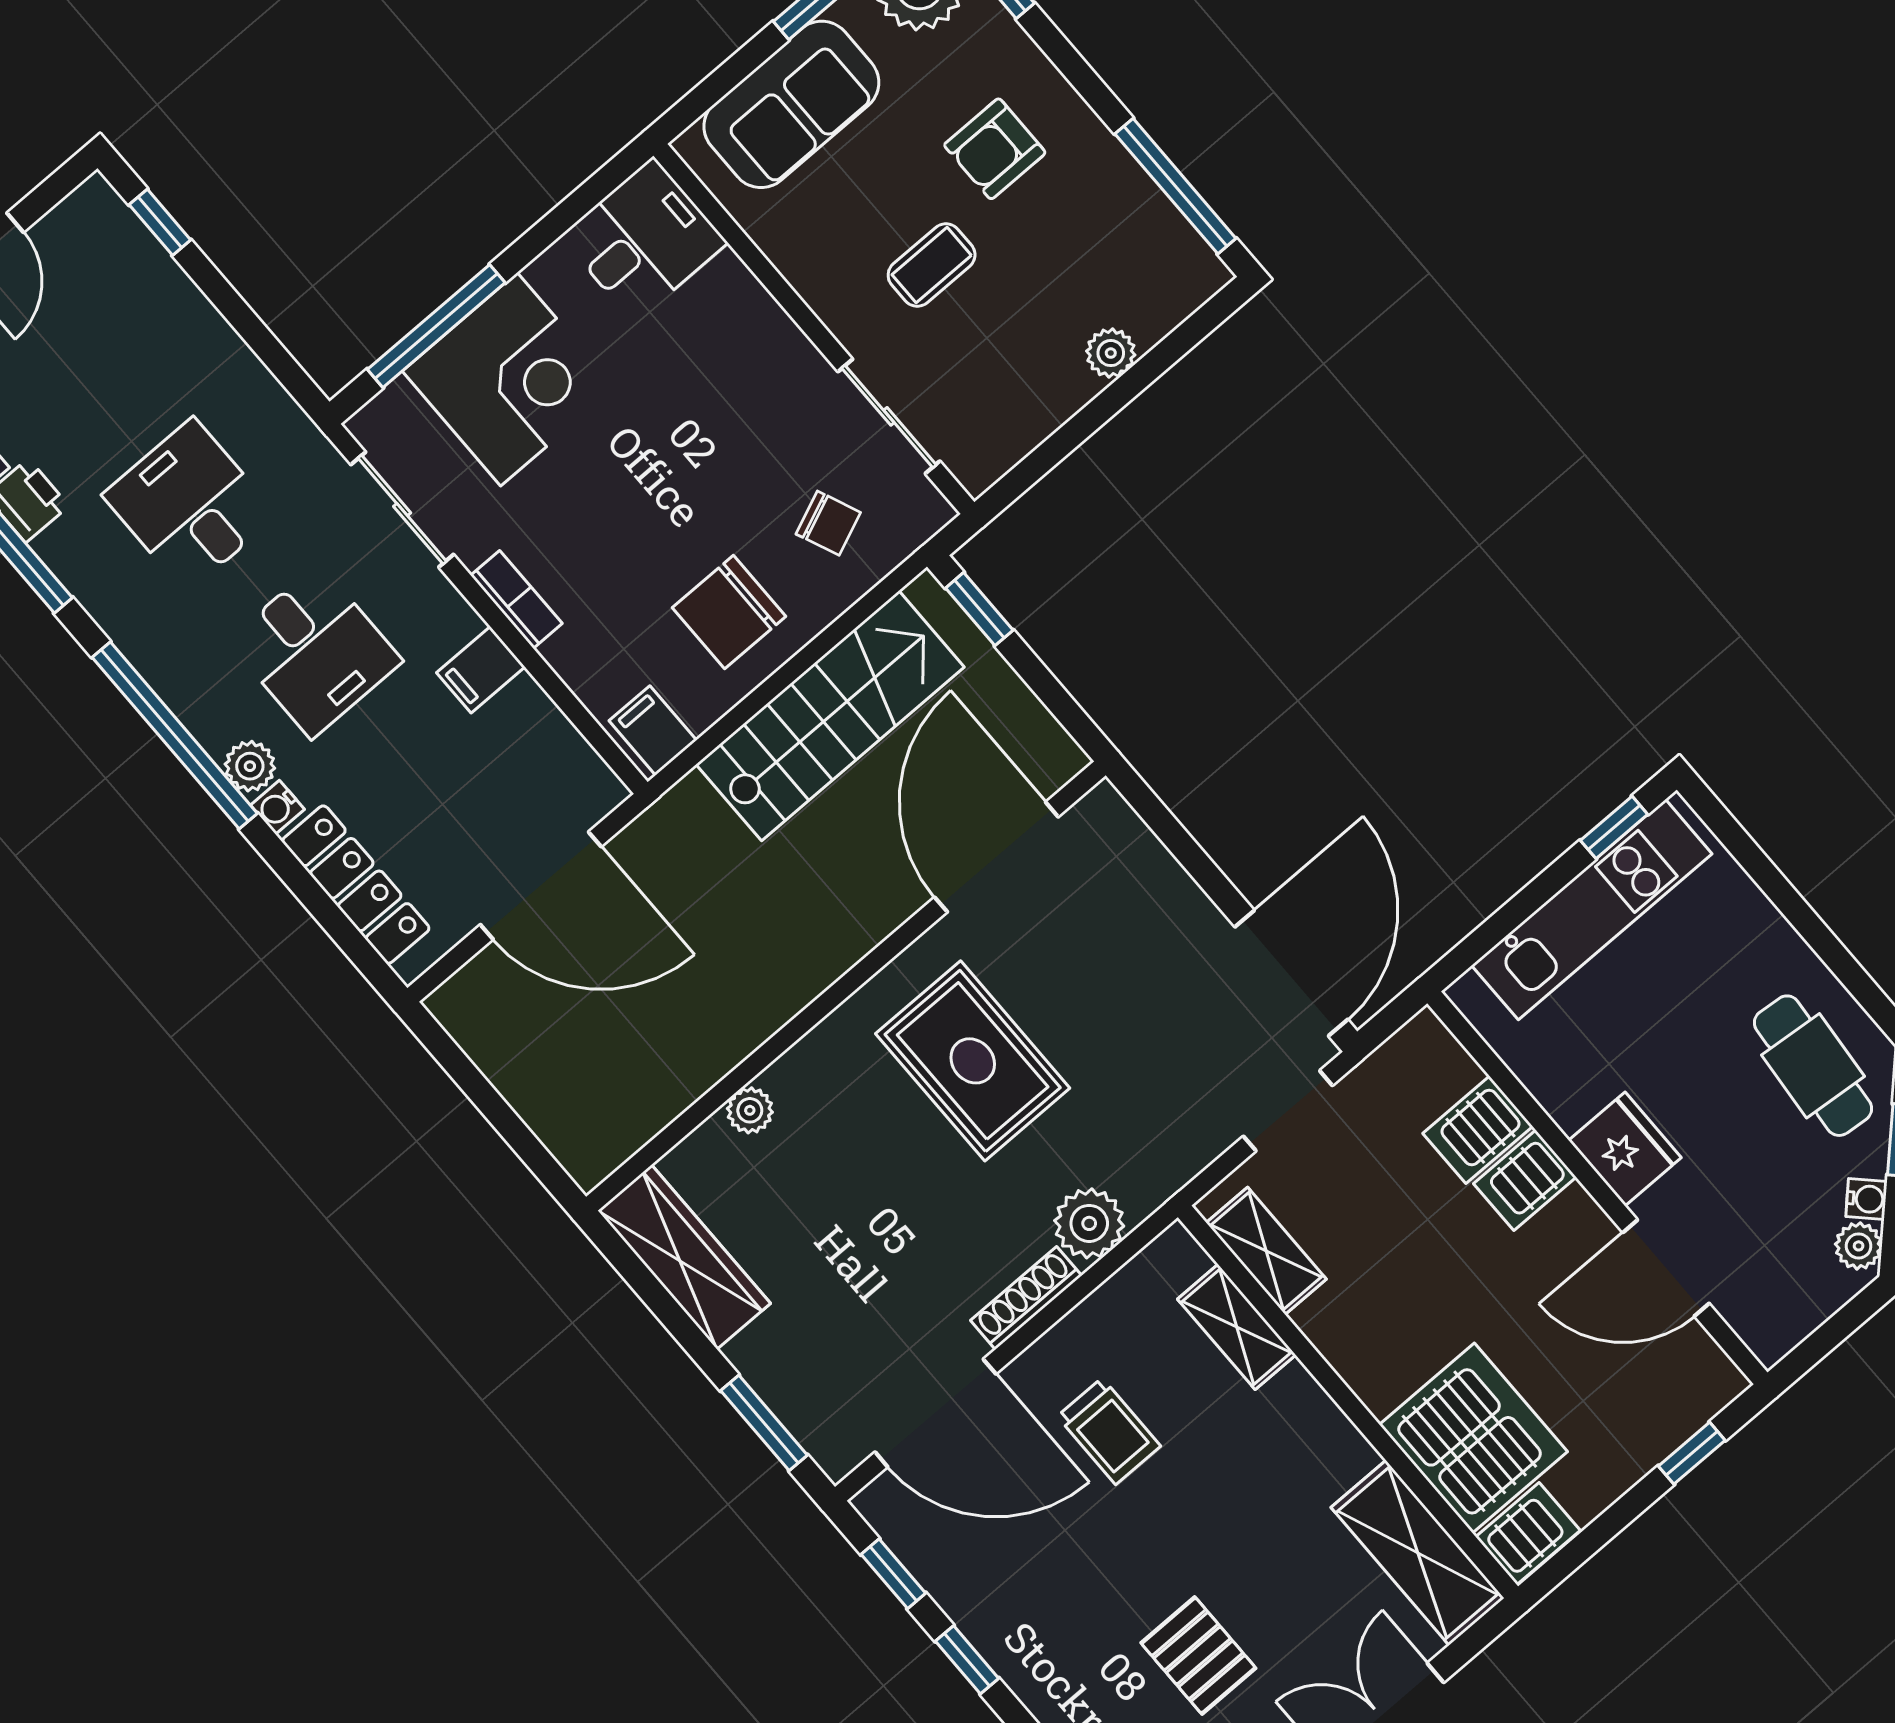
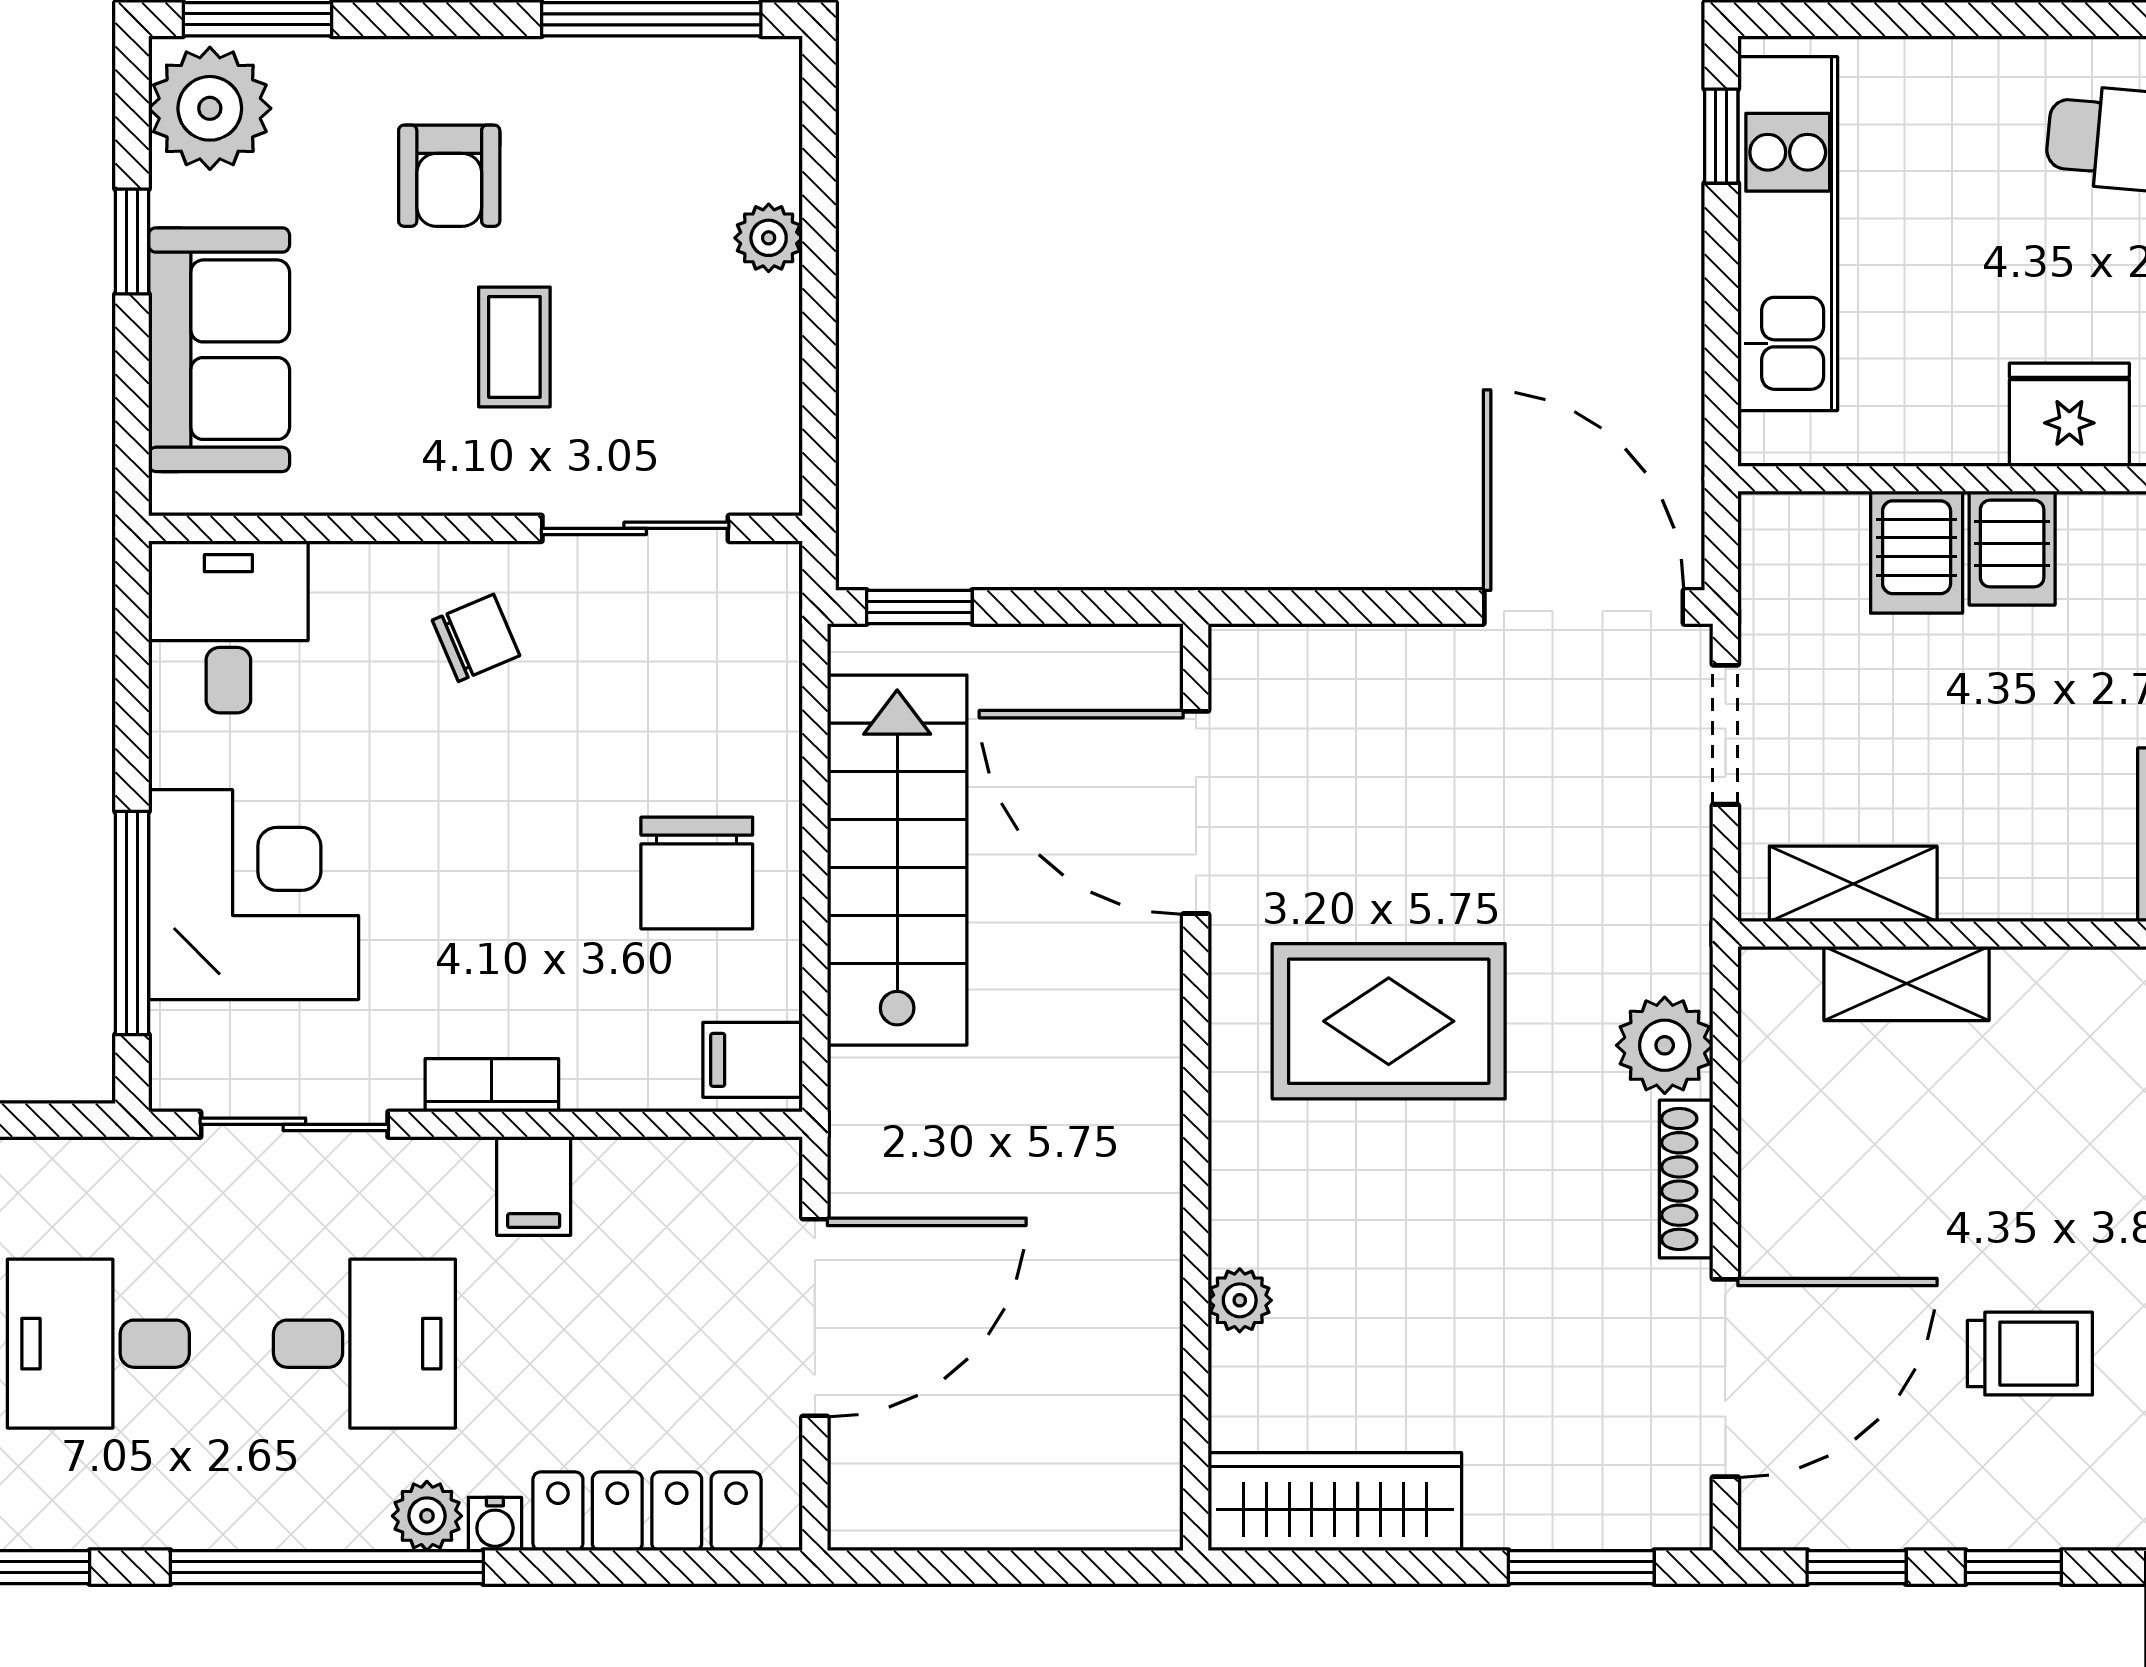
chair: (828, 523) -> (476, 638), moved
trolley: (1109, 1431) -> (2030, 1354), moved

